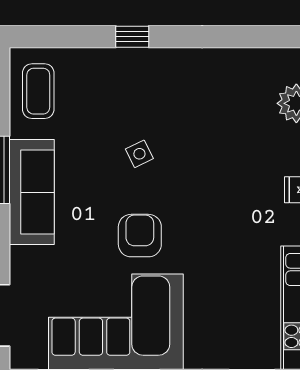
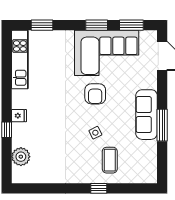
coffee table: (38, 91) -> (110, 160), moved

